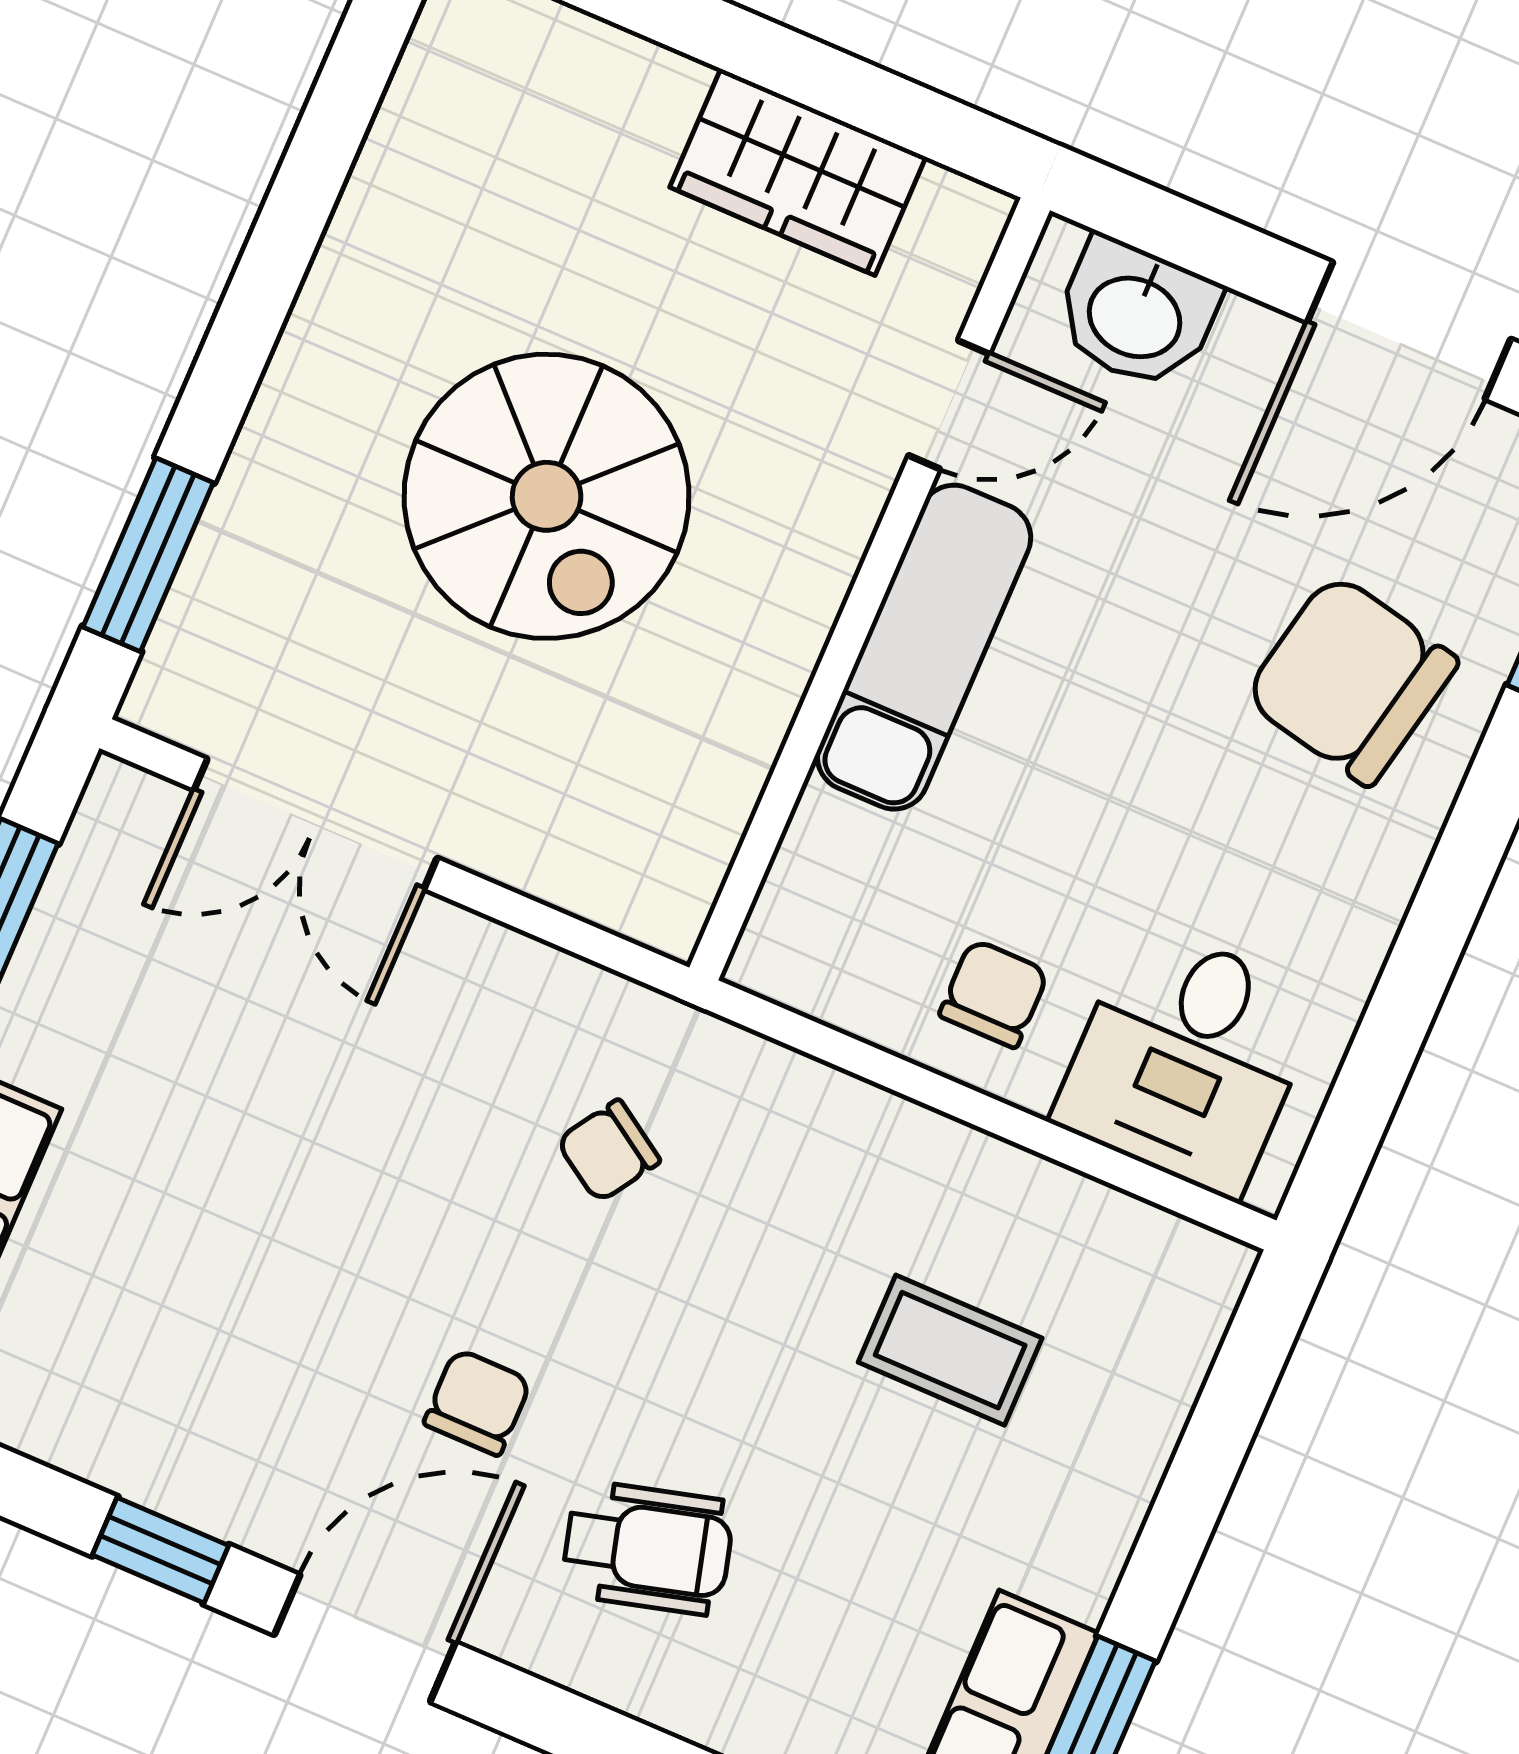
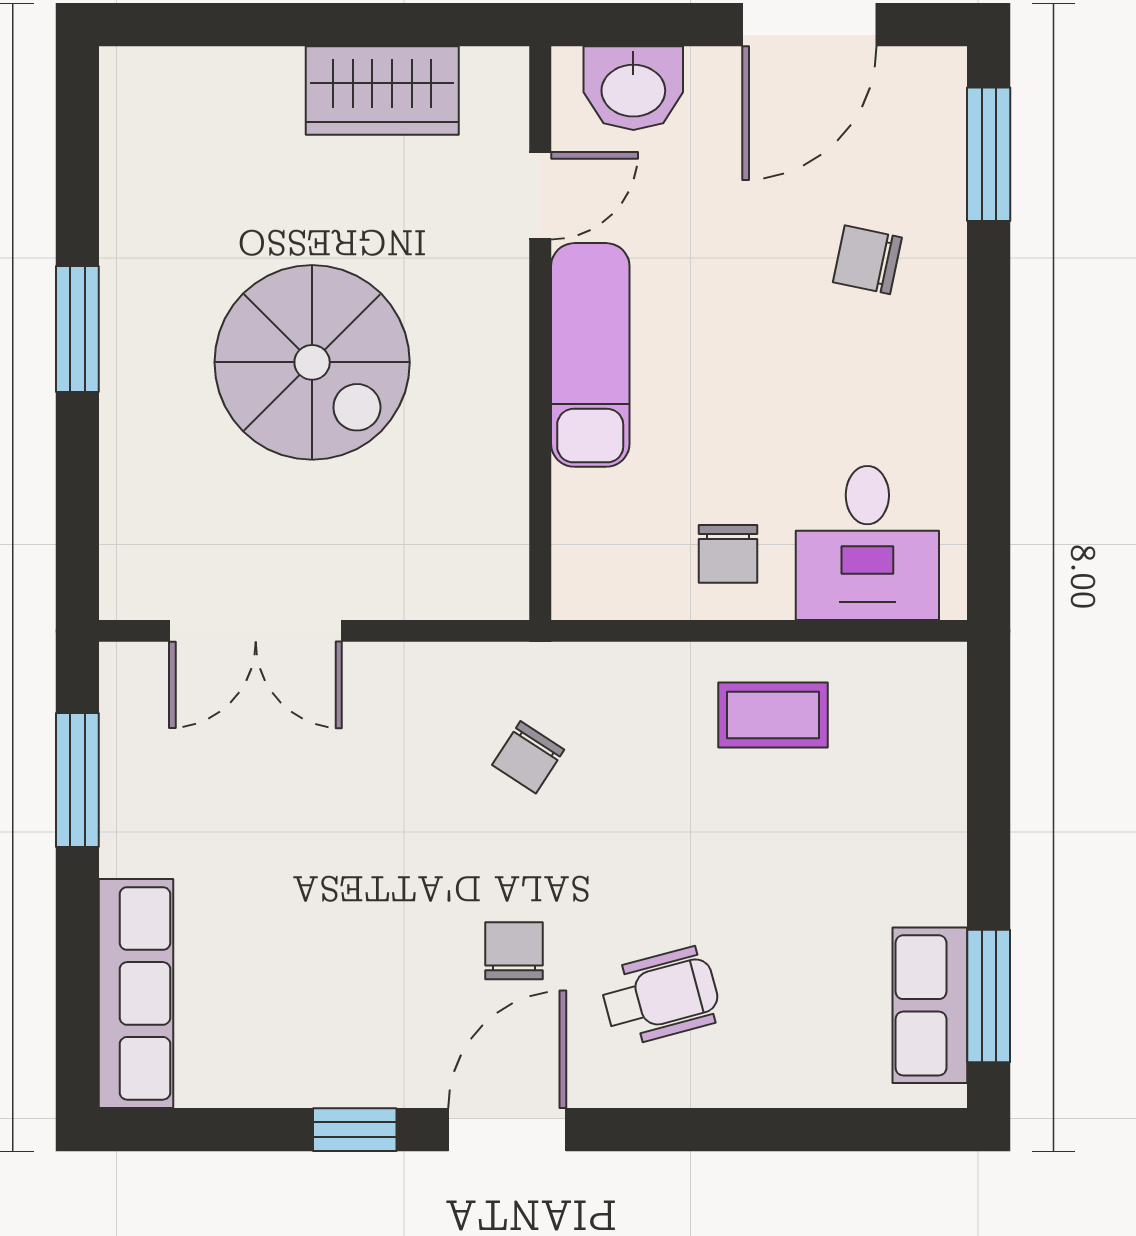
window: (148, 555) -> (77, 329), moved
chair: (1351, 680) -> (867, 260), width x0.54, depth x0.54
chair: (994, 994) -> (728, 554), turned 180
coffee table: (950, 1350) -> (773, 715), moved

